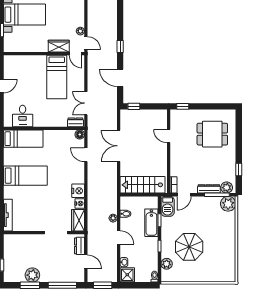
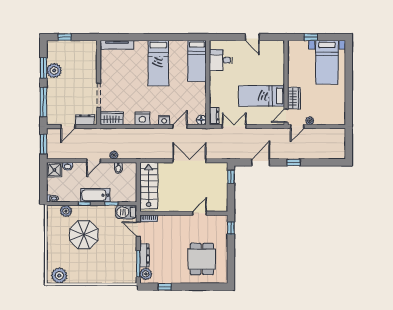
nightstand: (80, 204) -> (164, 120), moved
plant: (228, 204) -> (59, 276), moved
bathtub: (151, 223) -> (95, 195), moved

